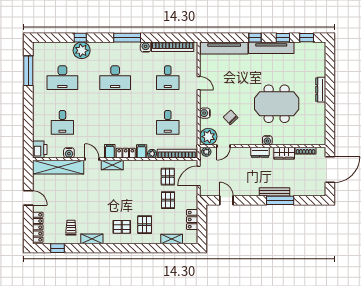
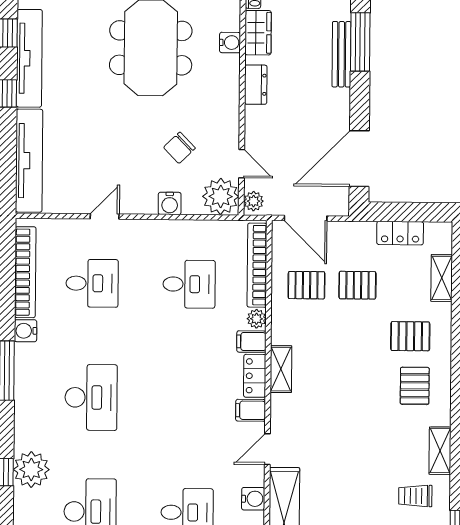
water cooler: (267, 140) -> (230, 43), moved
shelving: (112, 165) -> (281, 369), moved
door: (226, 200) -> (359, 159), width x1.88

